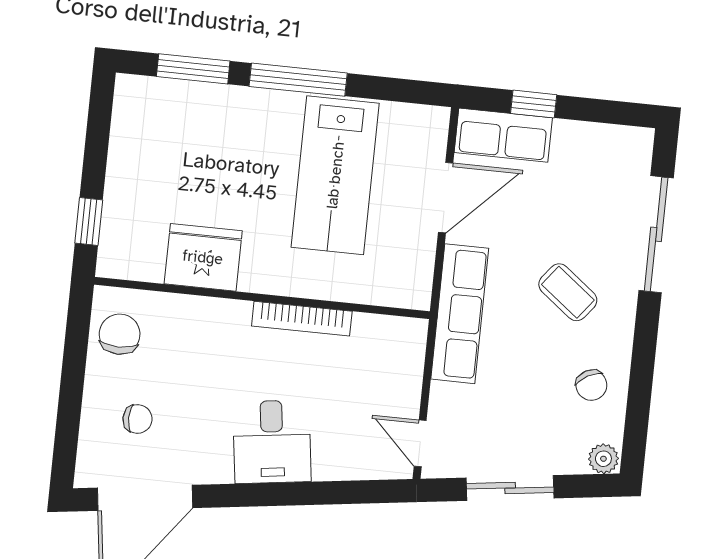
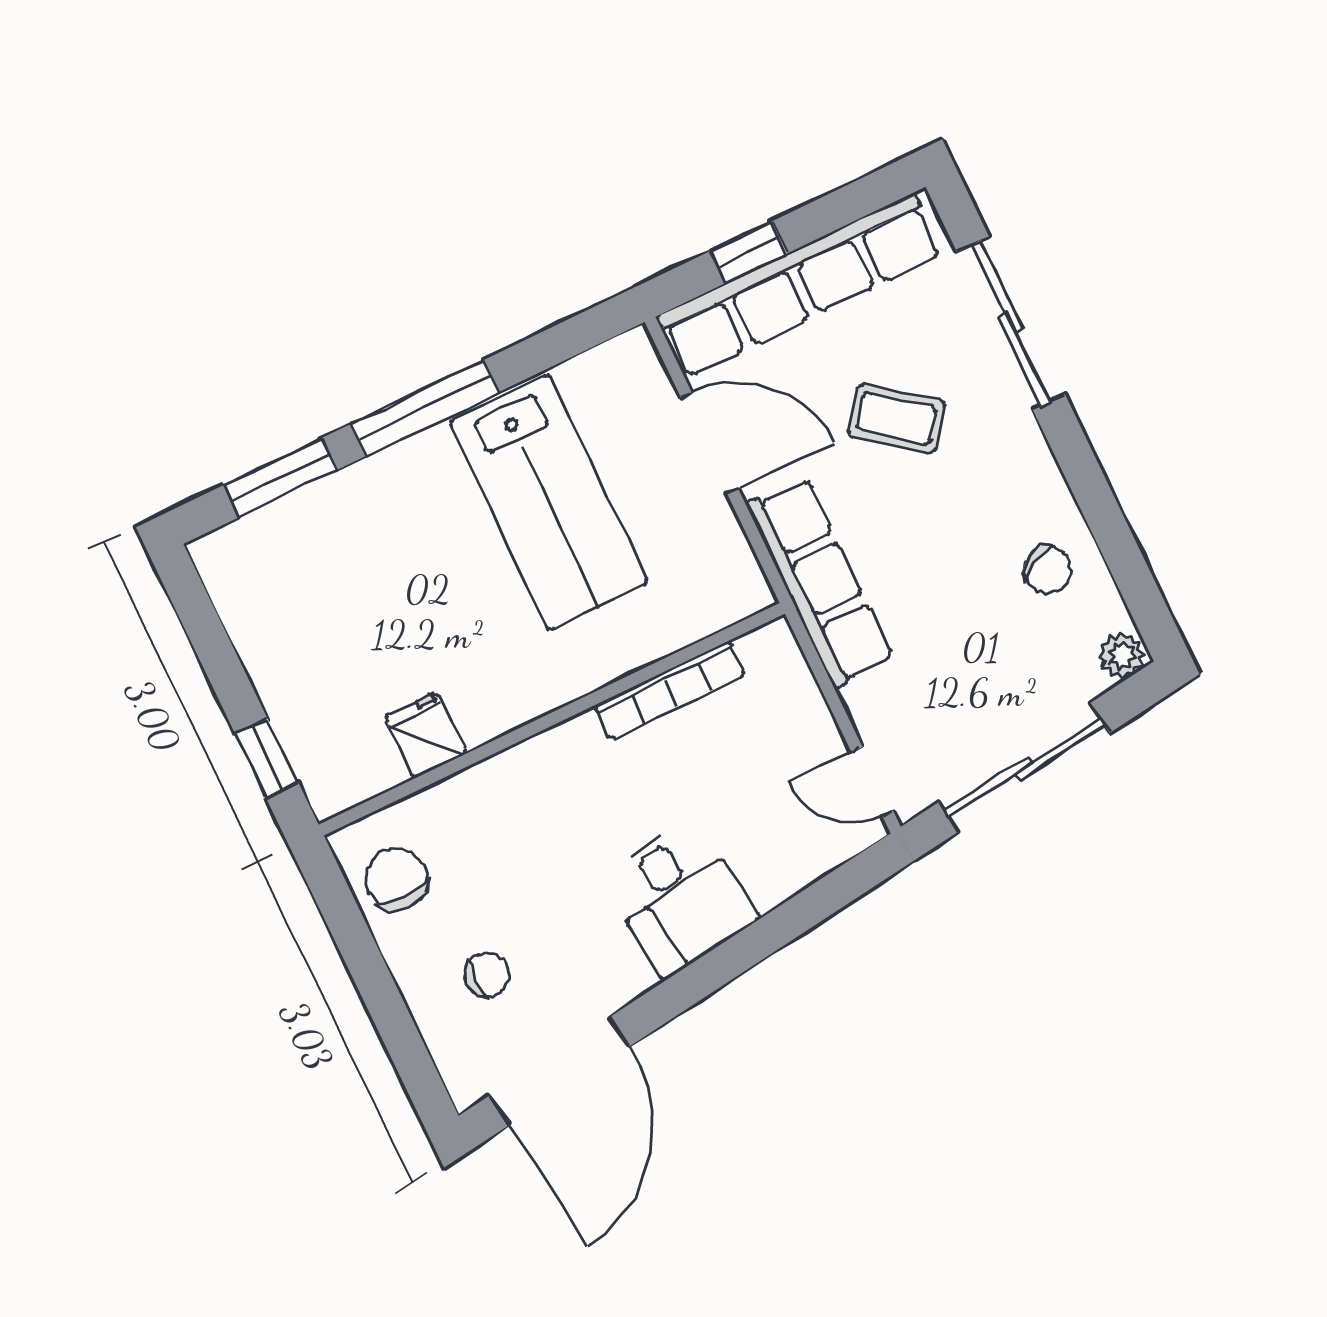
row of seats: (503, 135) -> (800, 285), width x2.02
door: (446, 198) -> (709, 443), hinge flipped
fridge: (203, 257) -> (425, 735), width x0.53, depth x0.75
coffee table: (568, 292) -> (896, 418), moved
bookcase: (302, 319) -> (669, 690), moved
sliding door: (510, 488) -> (1024, 768), width x1.37

